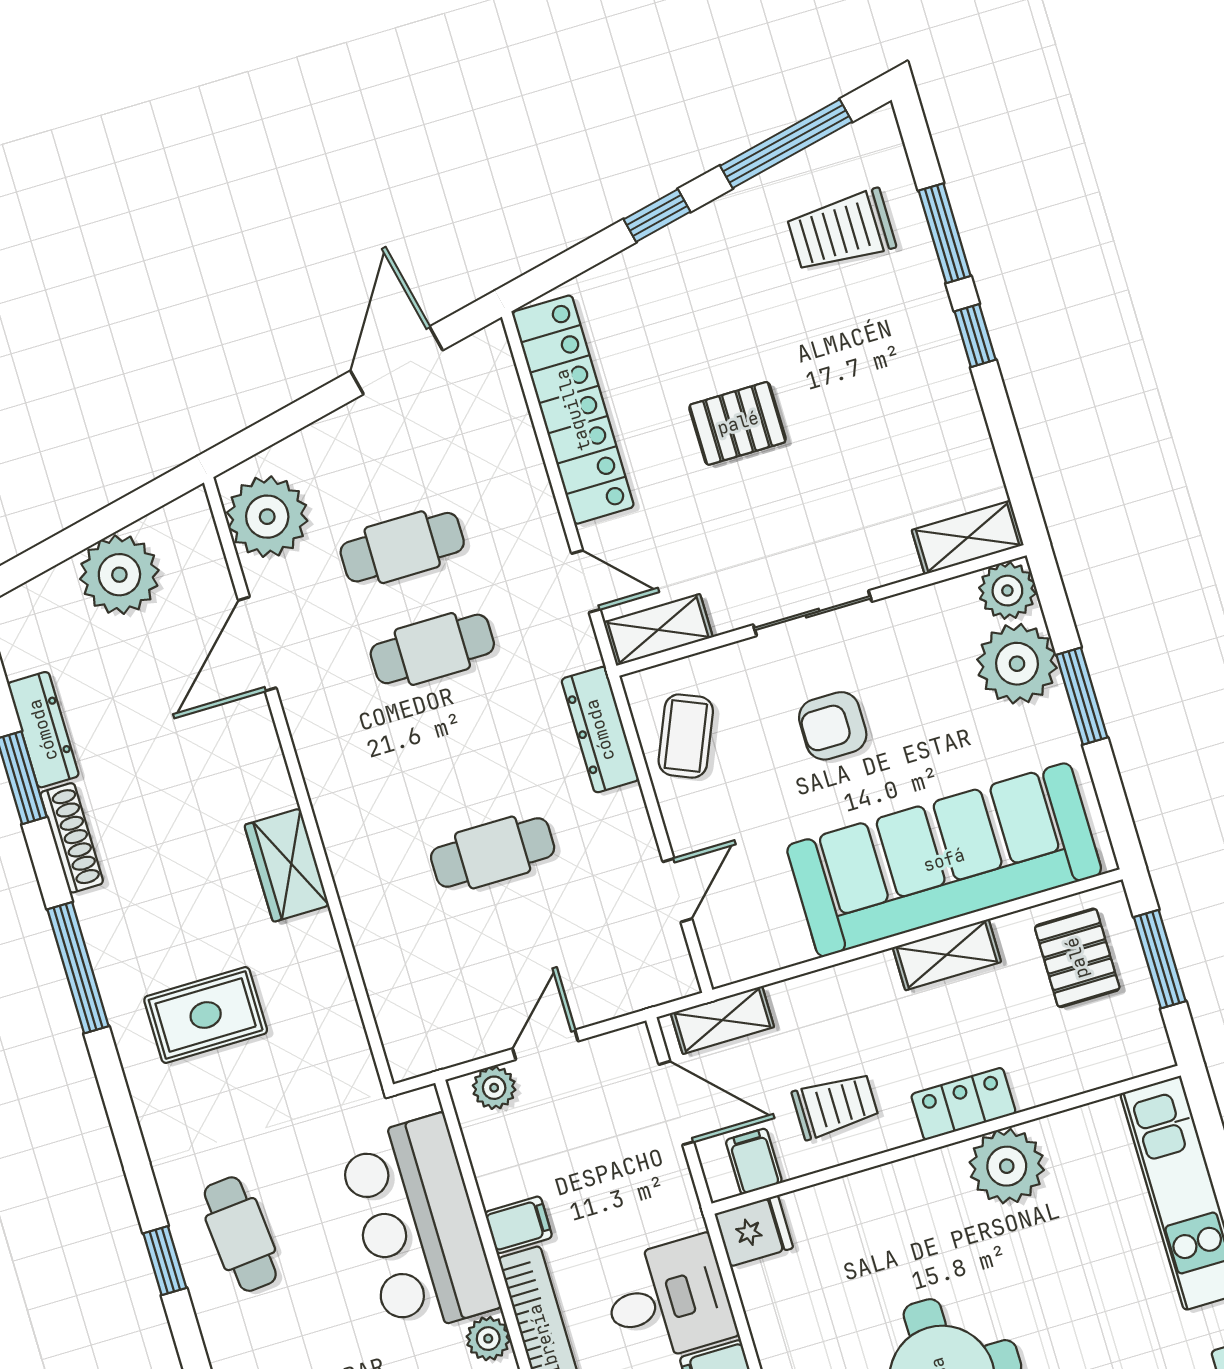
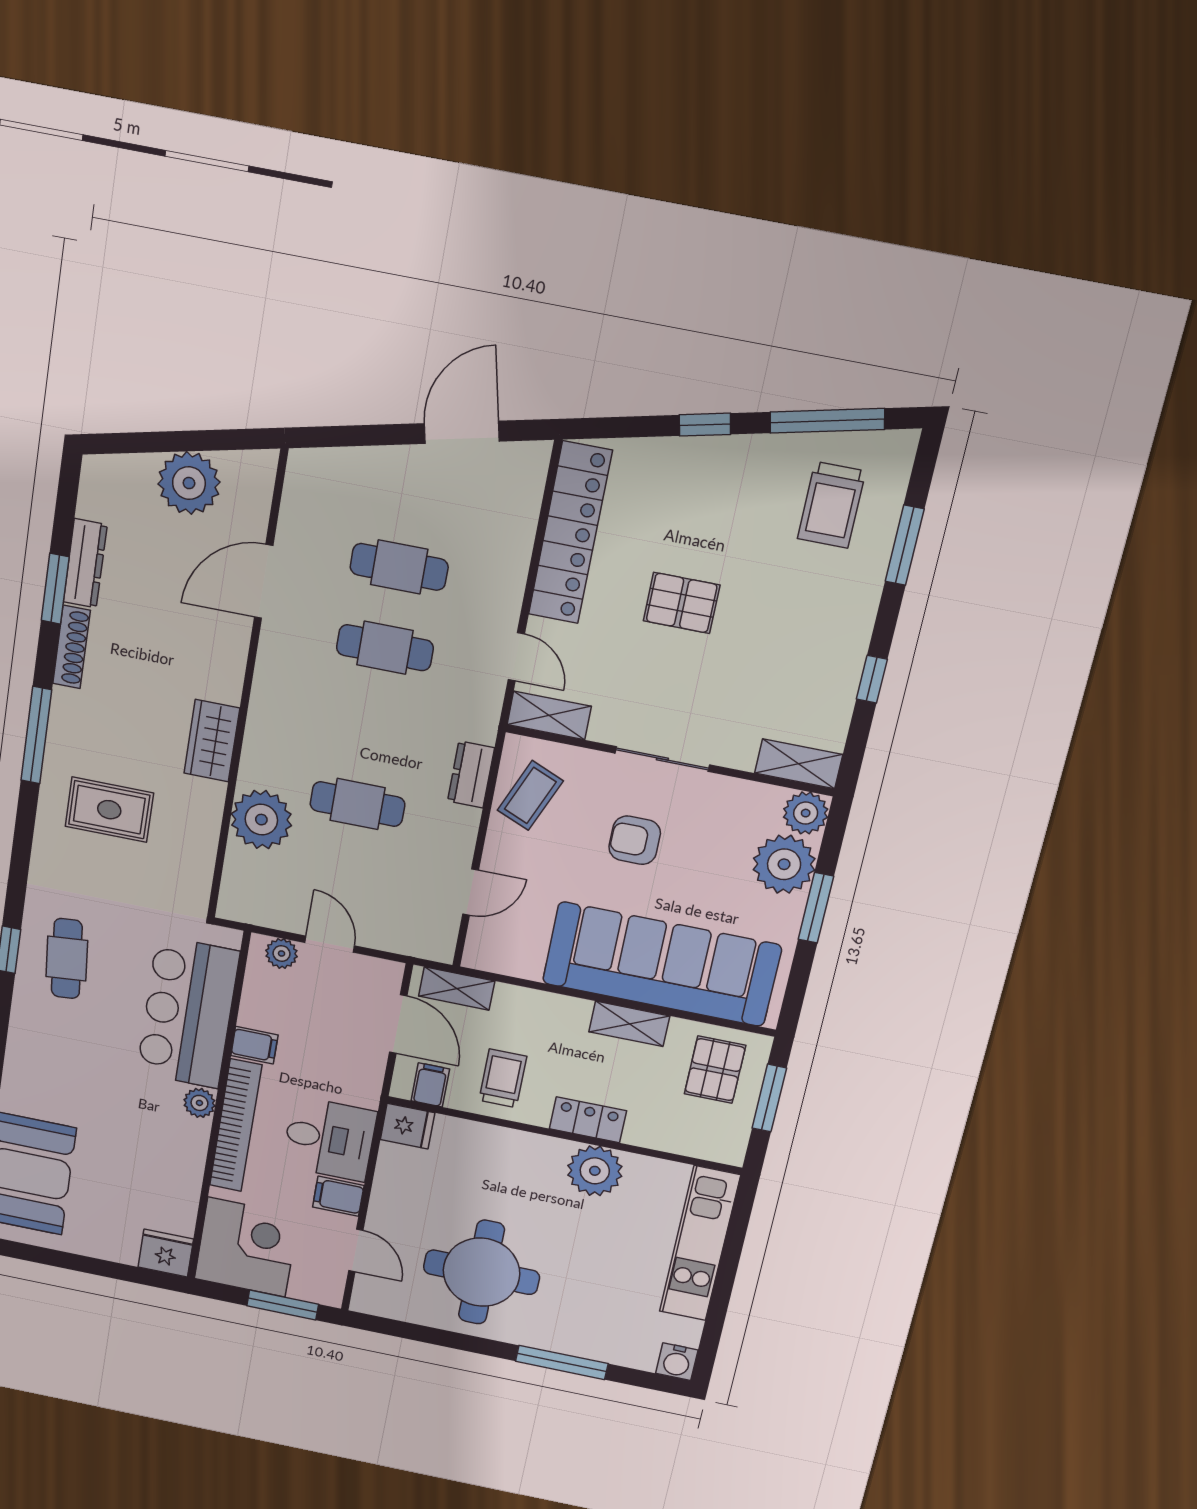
trolley: (841, 231) -> (832, 505), turned -90
window: (975, 336) -> (872, 679), moved
plant: (267, 517) -> (261, 820), moved
dresser: (600, 730) -> (471, 774), width x0.70
door: (545, 1045) -> (330, 944), hinge flipped
trolley: (835, 1105) -> (503, 1078), turned -90

